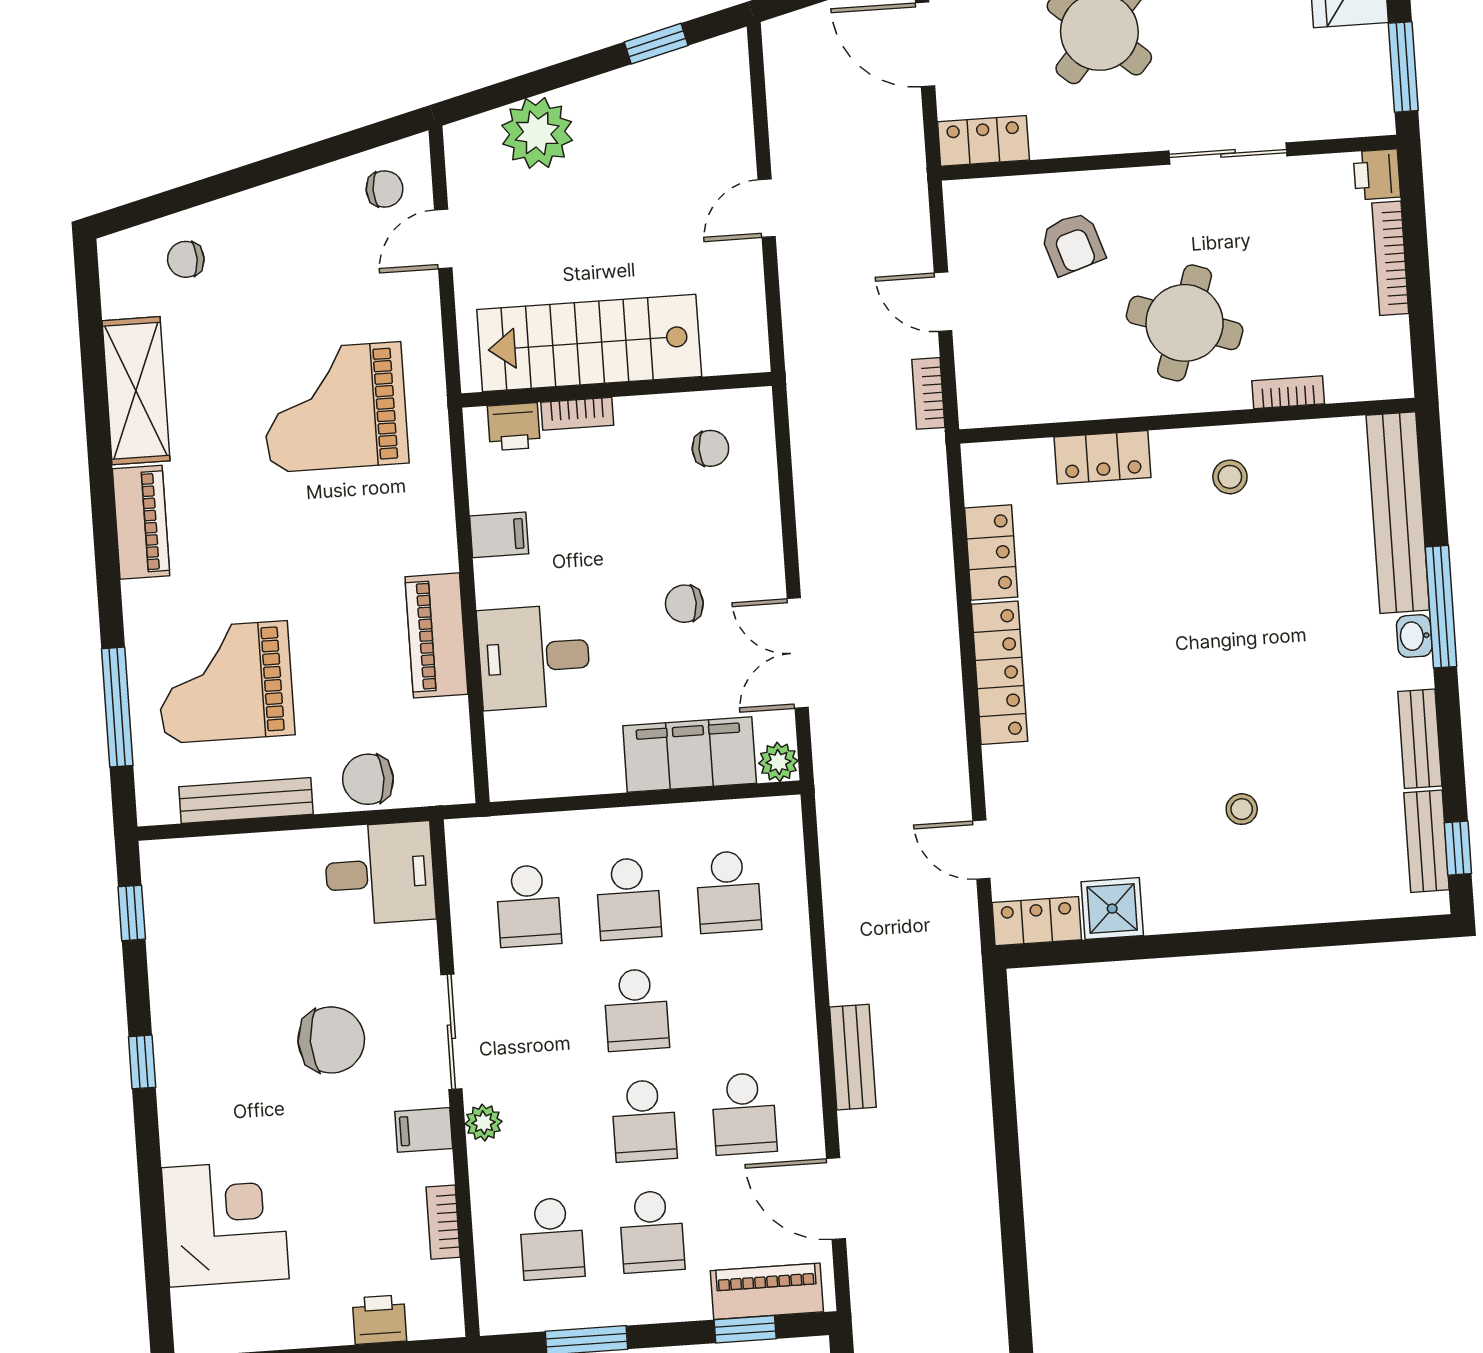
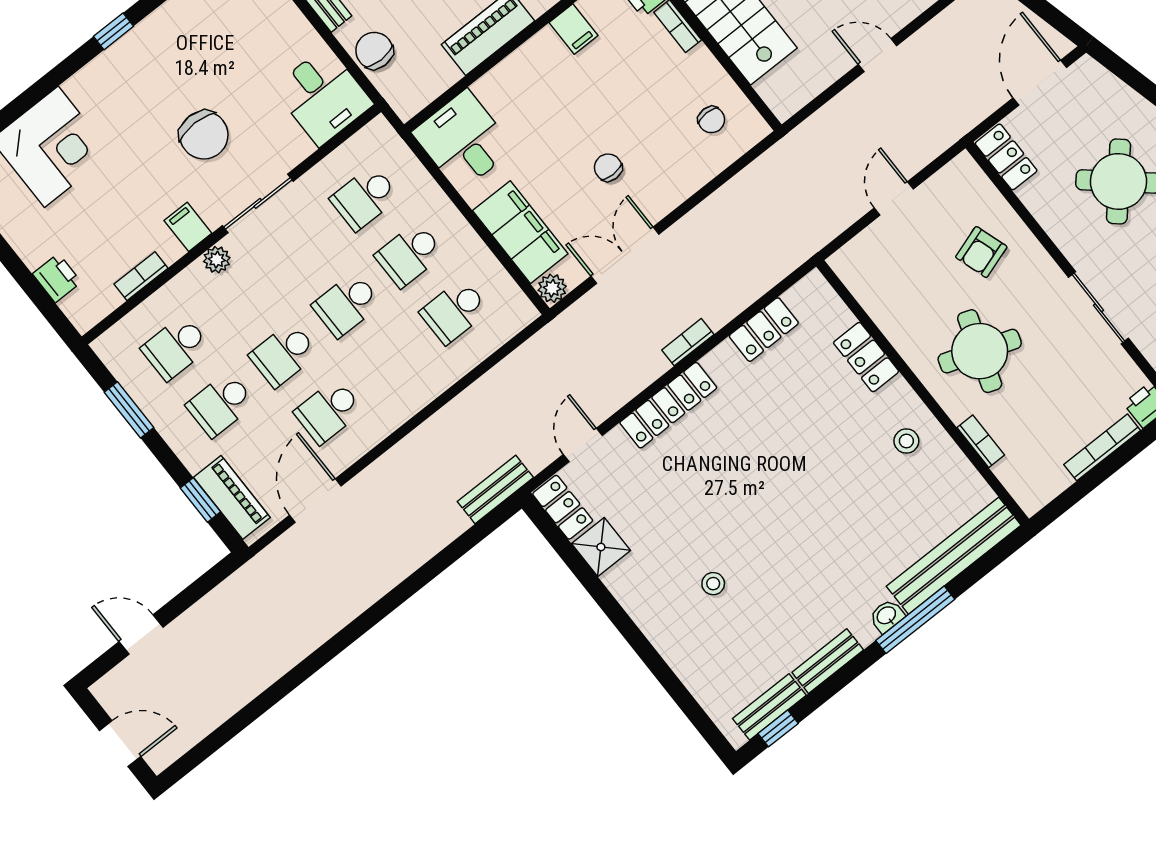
bookcase: (928, 393) -> (688, 342), moved
desk: (534, 657) -> (463, 141), moved
locker: (999, 673) -> (668, 405), moved
bench: (853, 1057) -> (495, 489), moved

